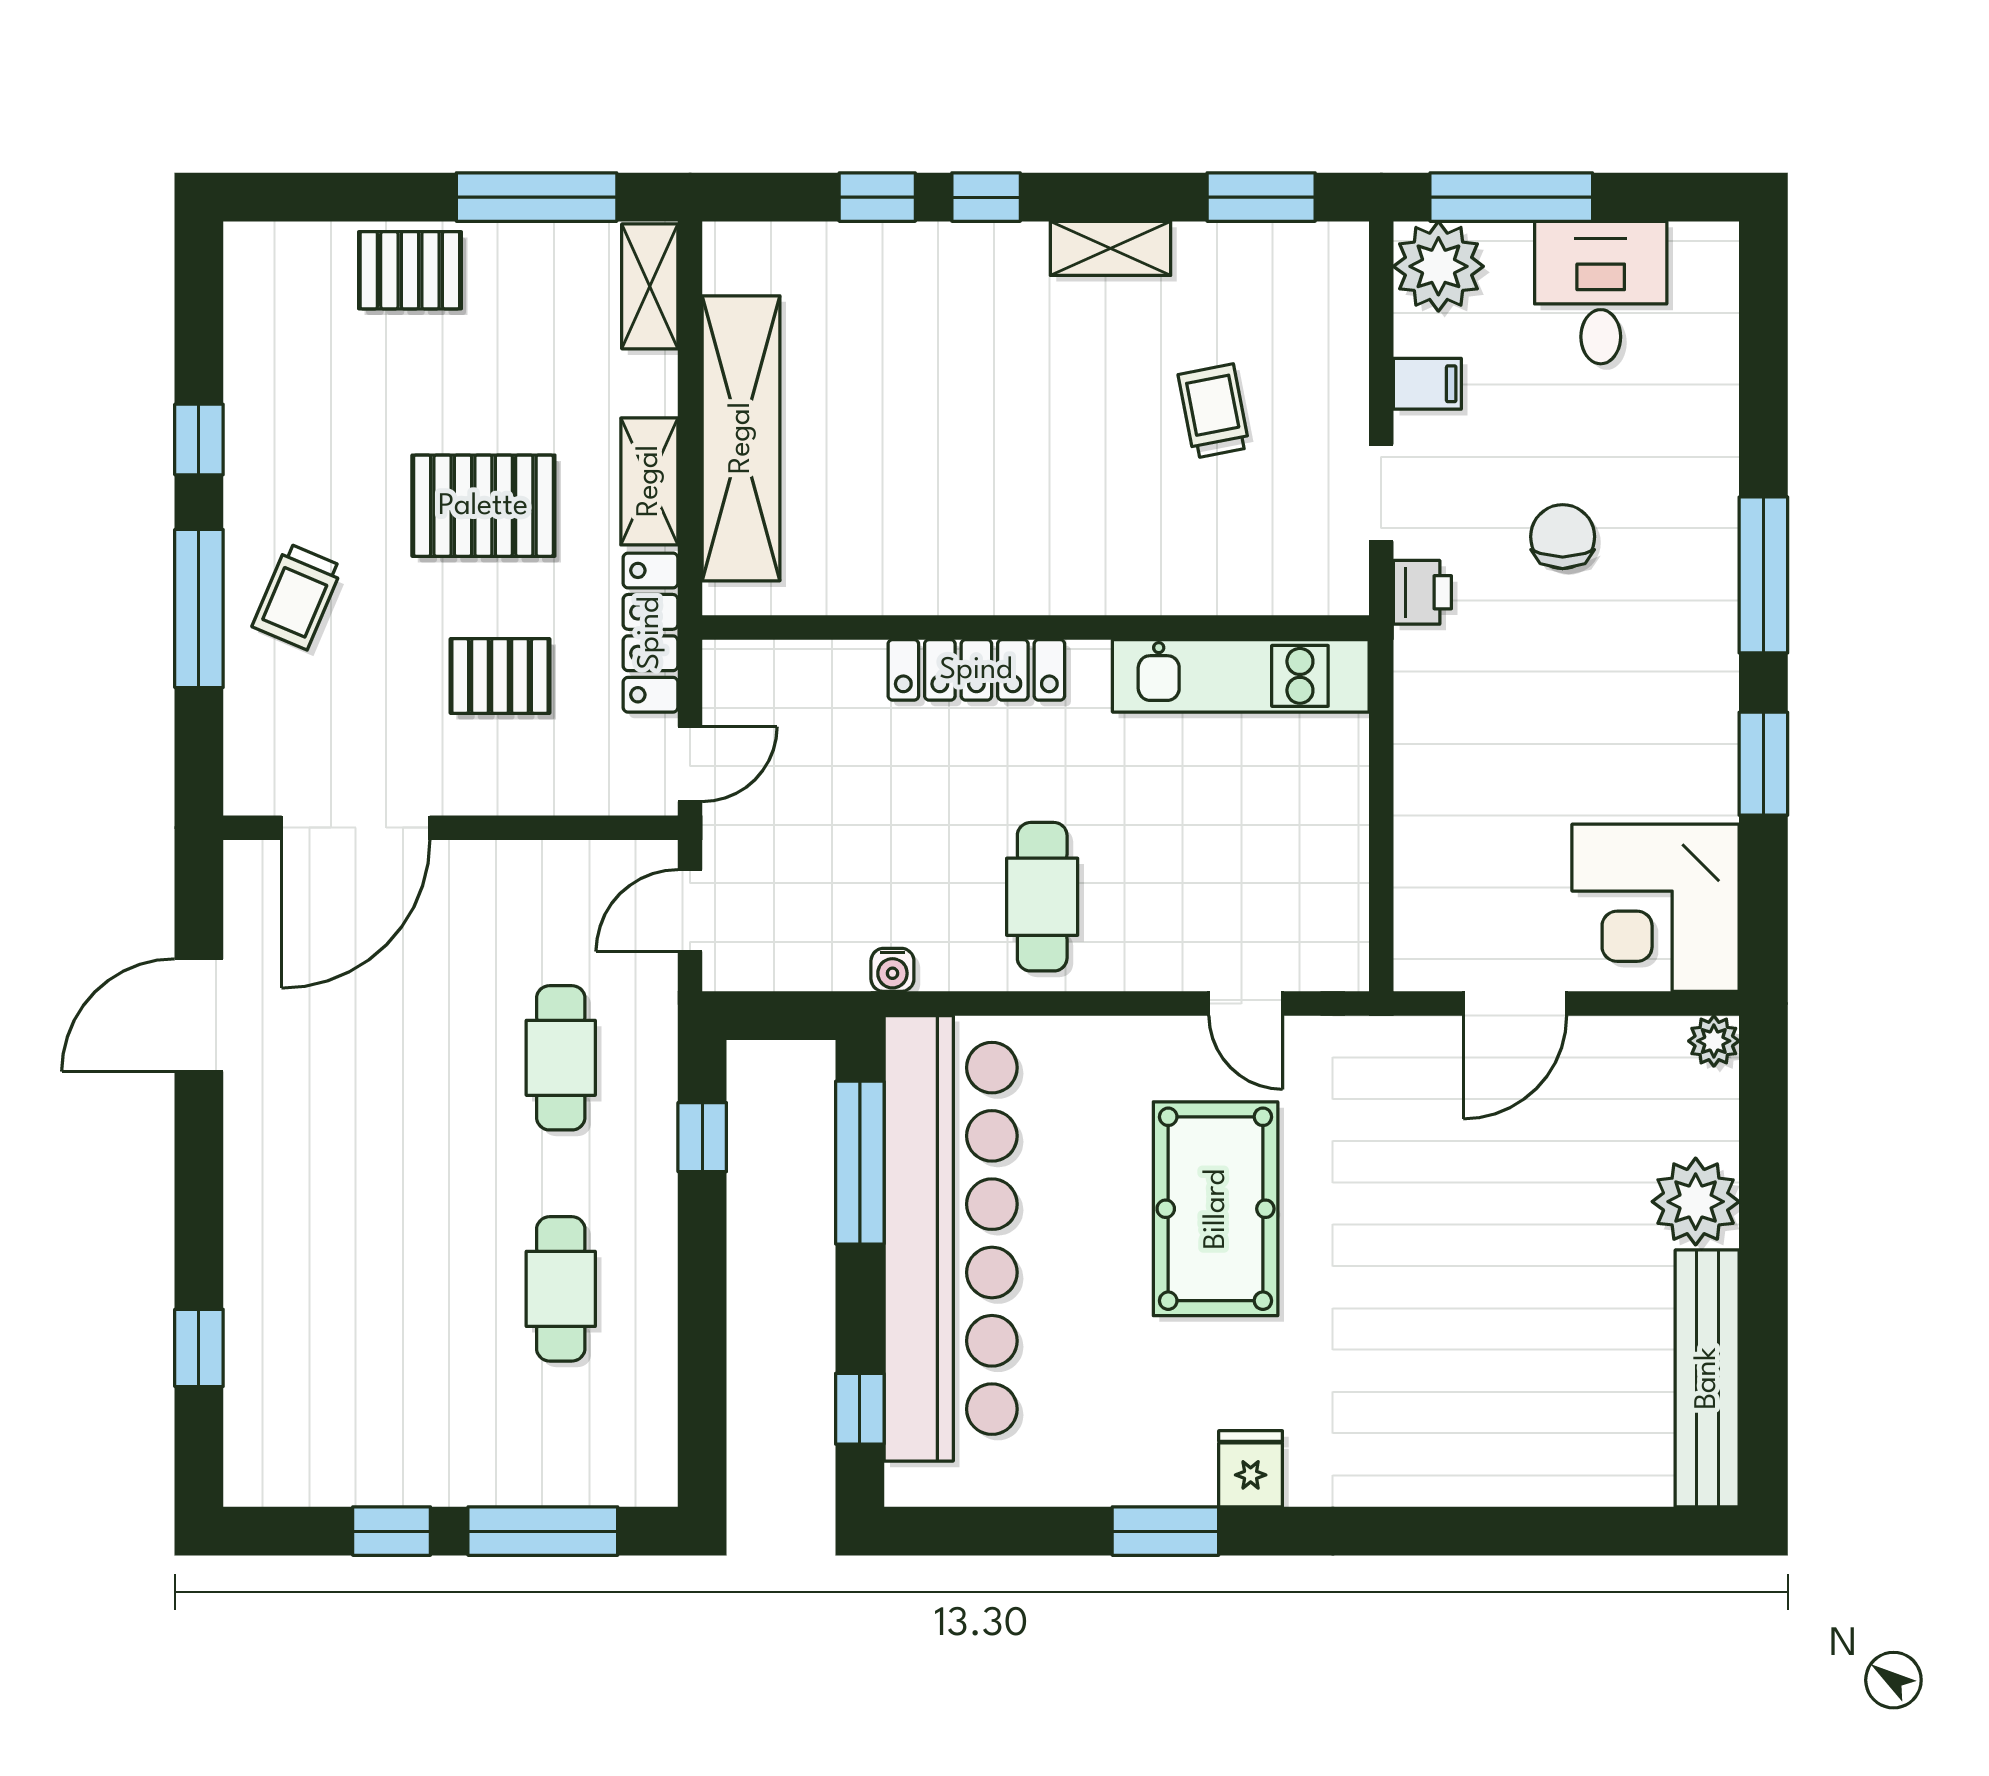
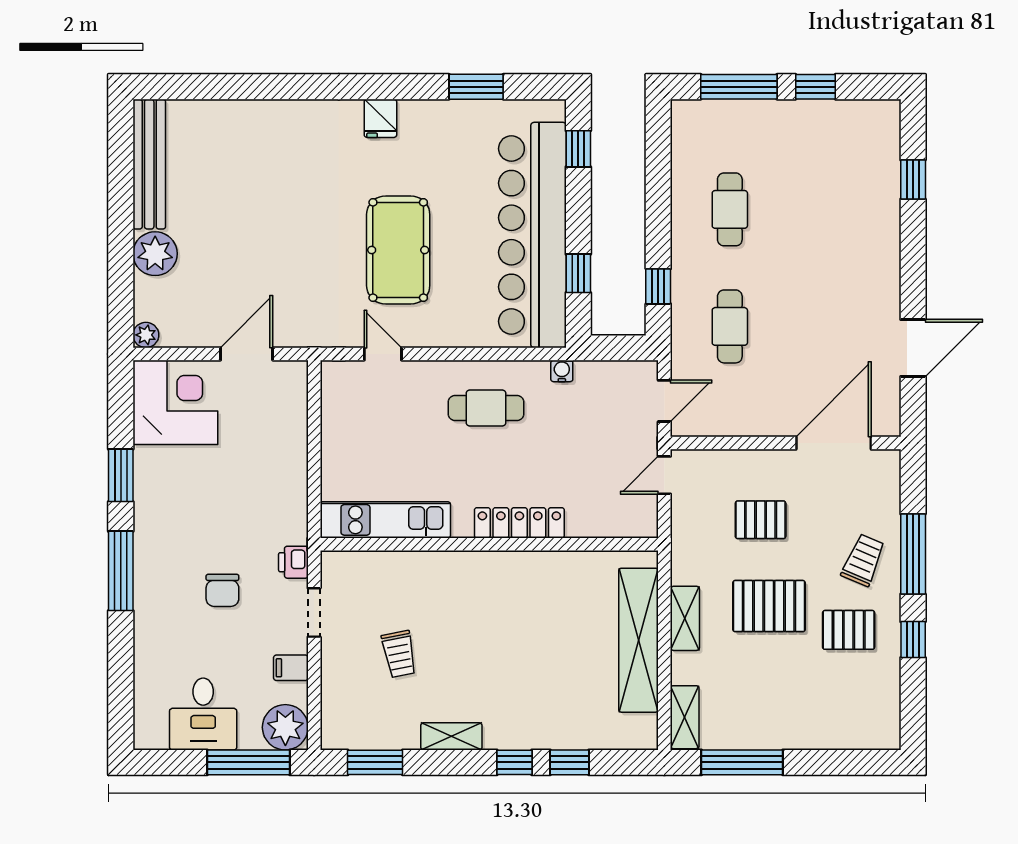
pallet: (410, 270) -> (849, 630), moved
locker: (650, 633) -> (684, 542), removed
cafe table: (1042, 897) -> (486, 408), turned 90
window: (860, 1163) -> (578, 273), width x0.46
window: (1165, 1531) -> (476, 87), moved

